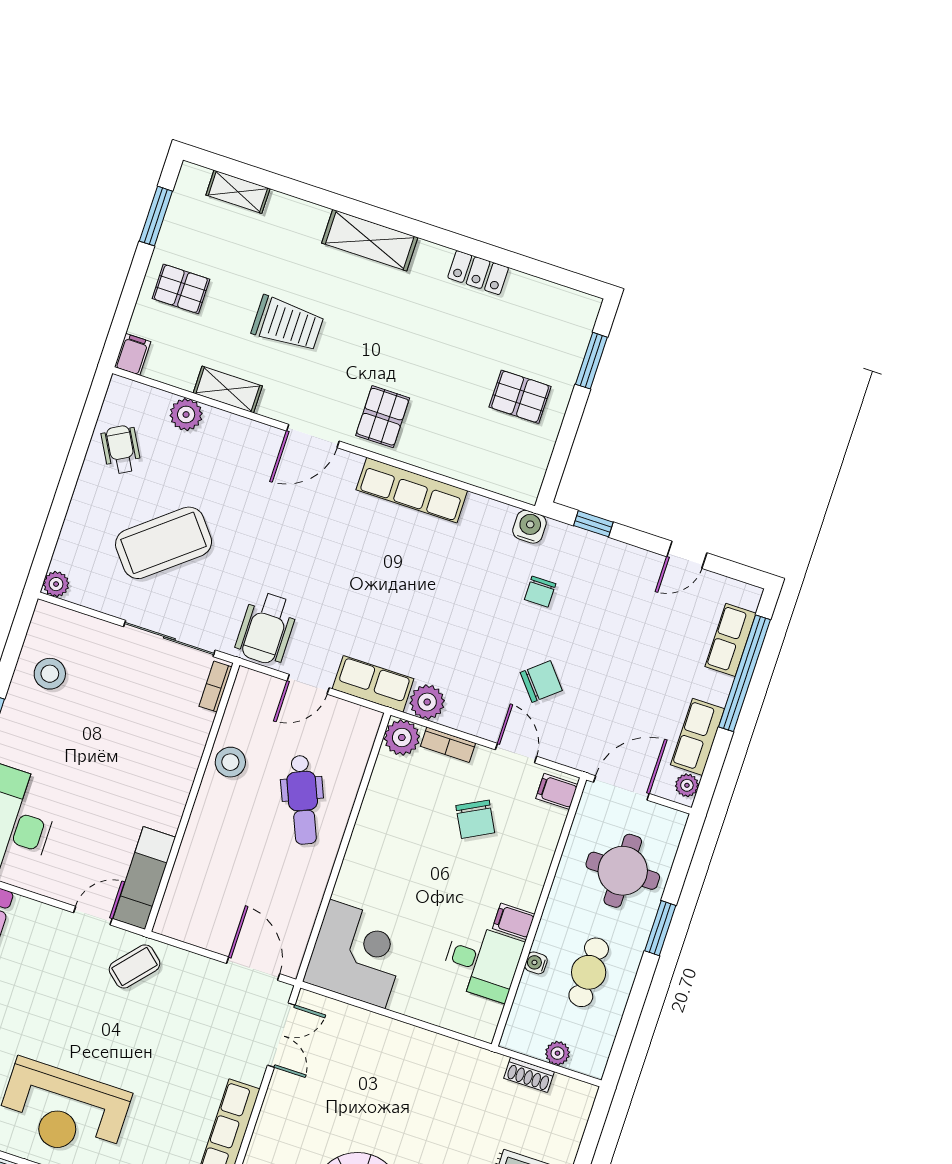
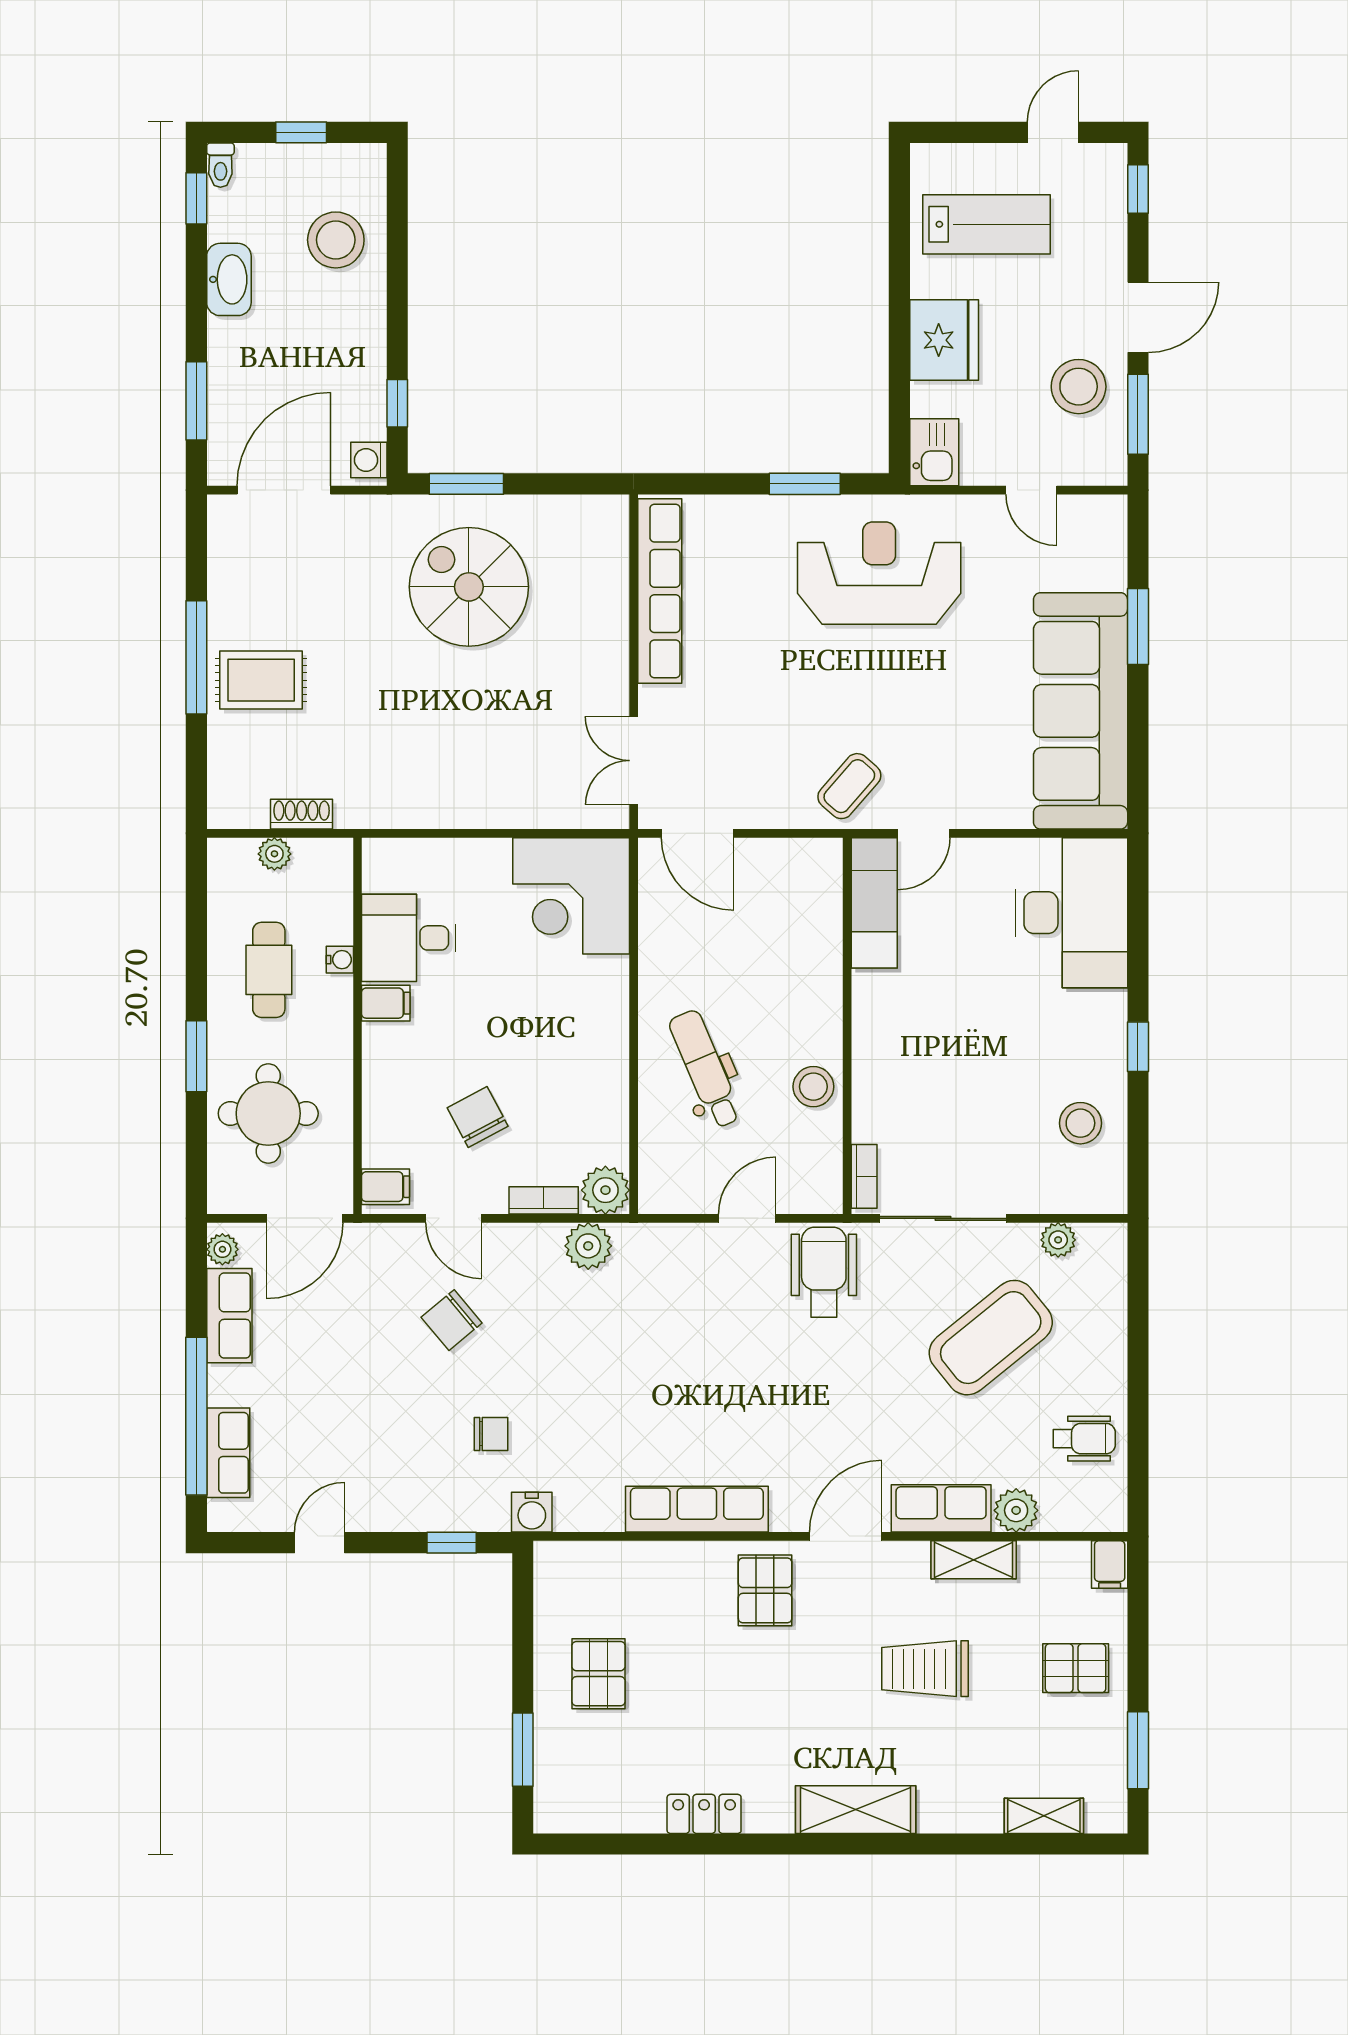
pallet: (520, 397) -> (598, 1674), turned 90
wheelchair: (121, 449) -> (1084, 1439), turned -61
plant: (56, 584) -> (1058, 1240), moved
chair: (540, 592) -> (491, 1434), turned 90
row of seats: (373, 684) -> (941, 1508), moved, turned 180

